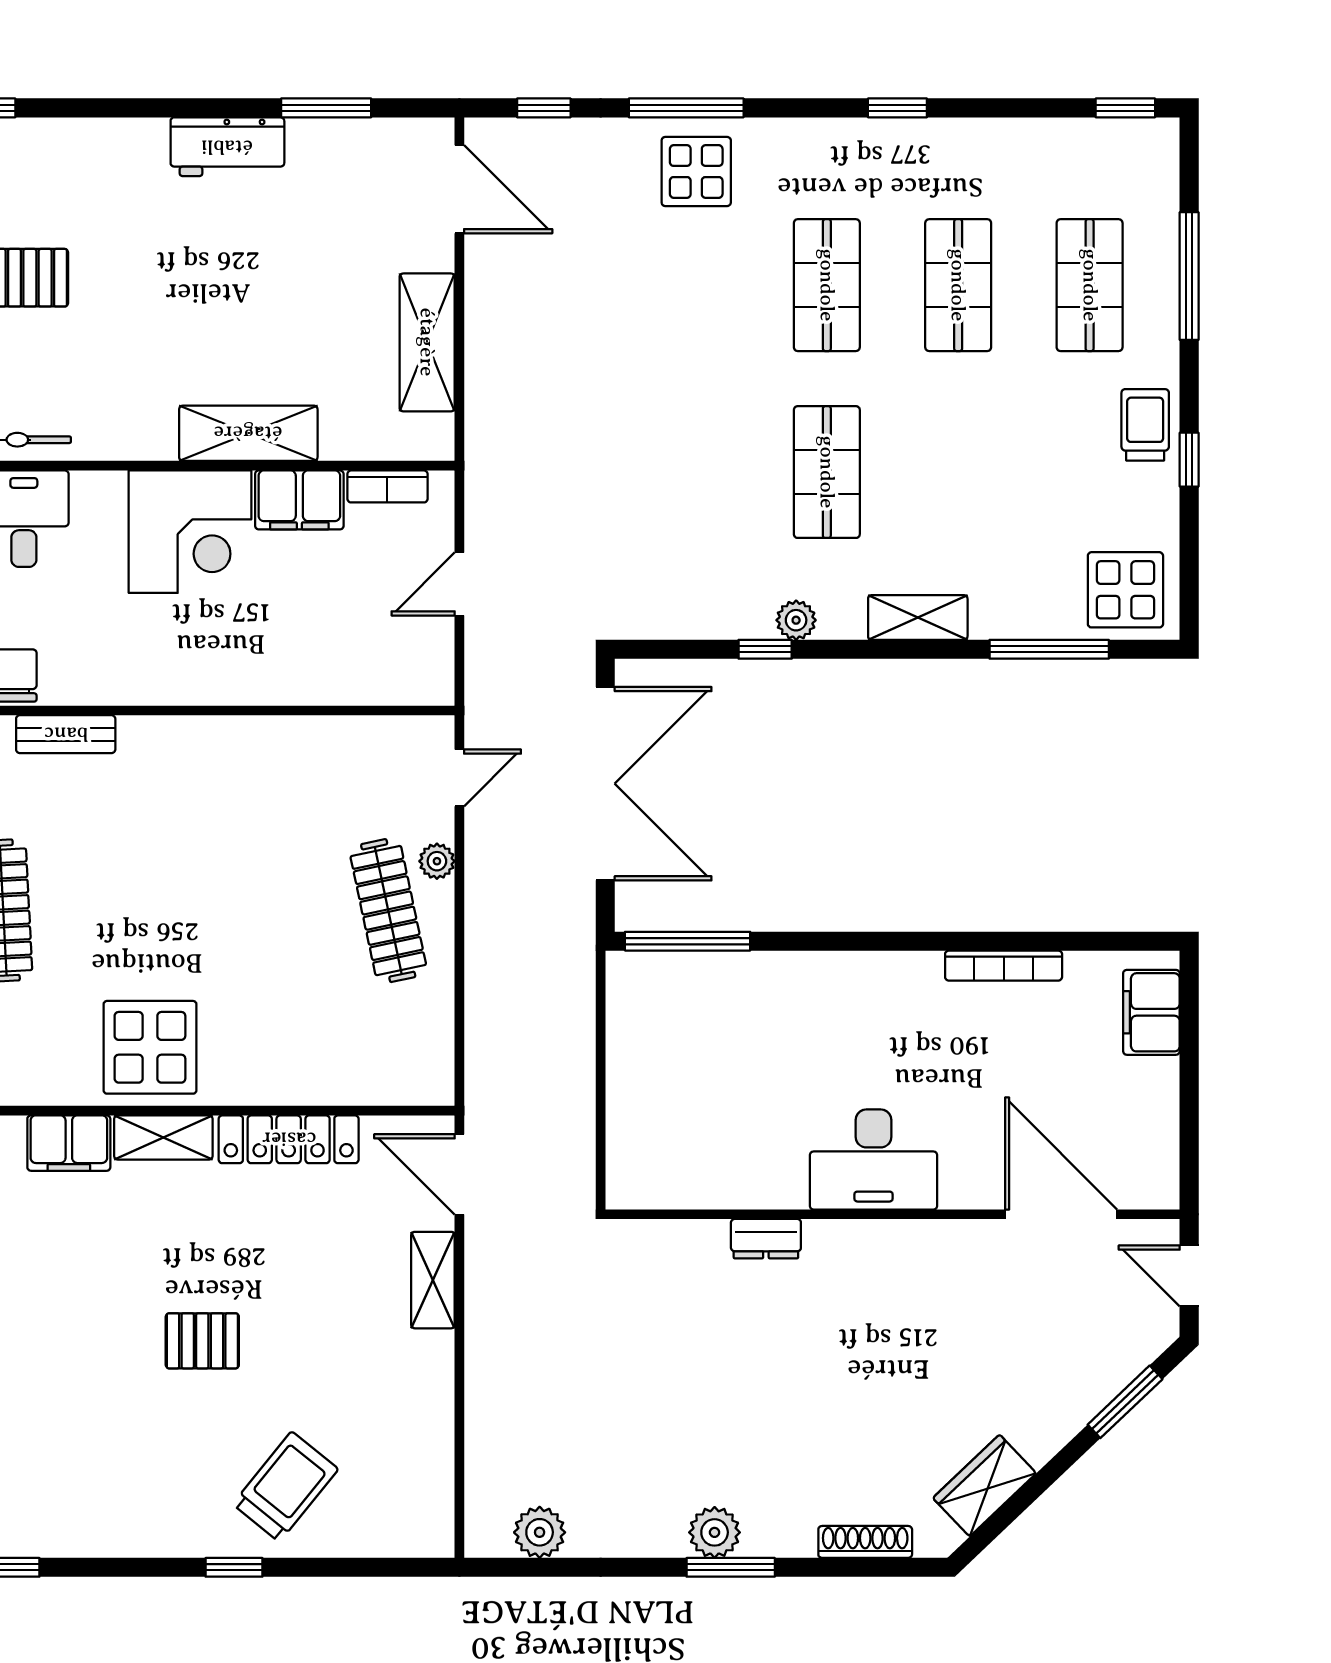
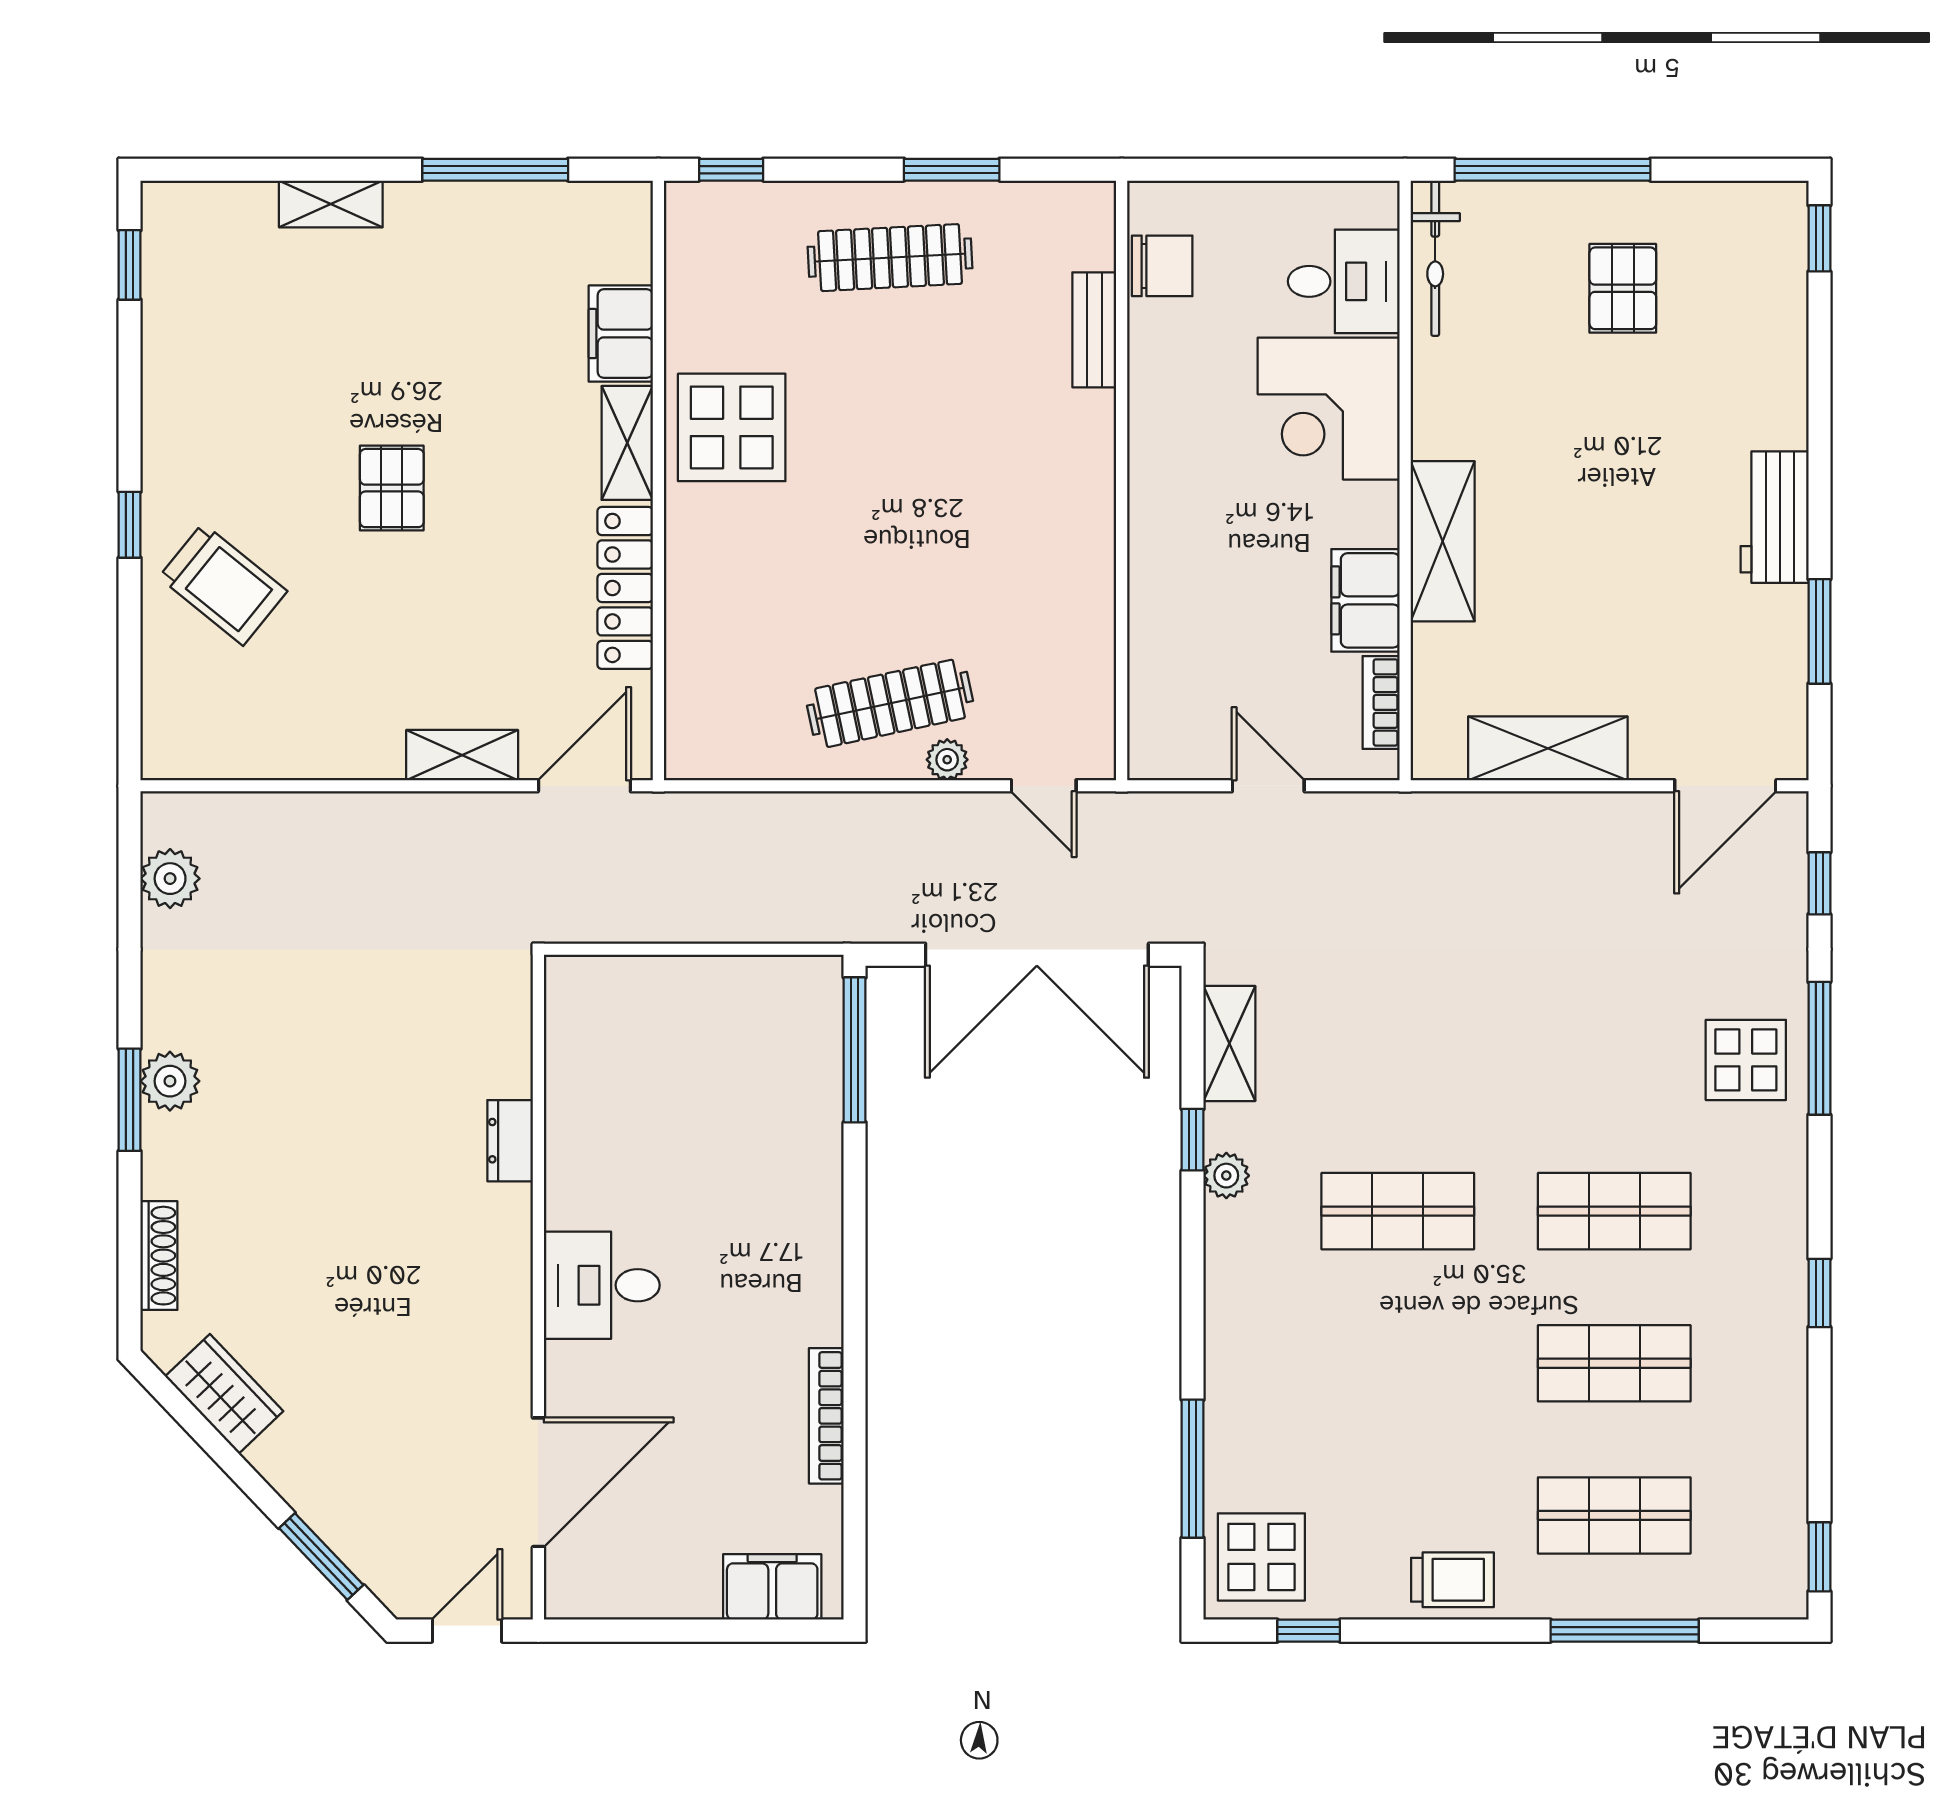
window: (1189, 460) -> (1309, 1631), moved
corner desk: (190, 532) -> (1329, 409), moved
shelving: (918, 617) -> (1229, 1044), moved
desk: (874, 1159) -> (602, 1285), width x0.73

